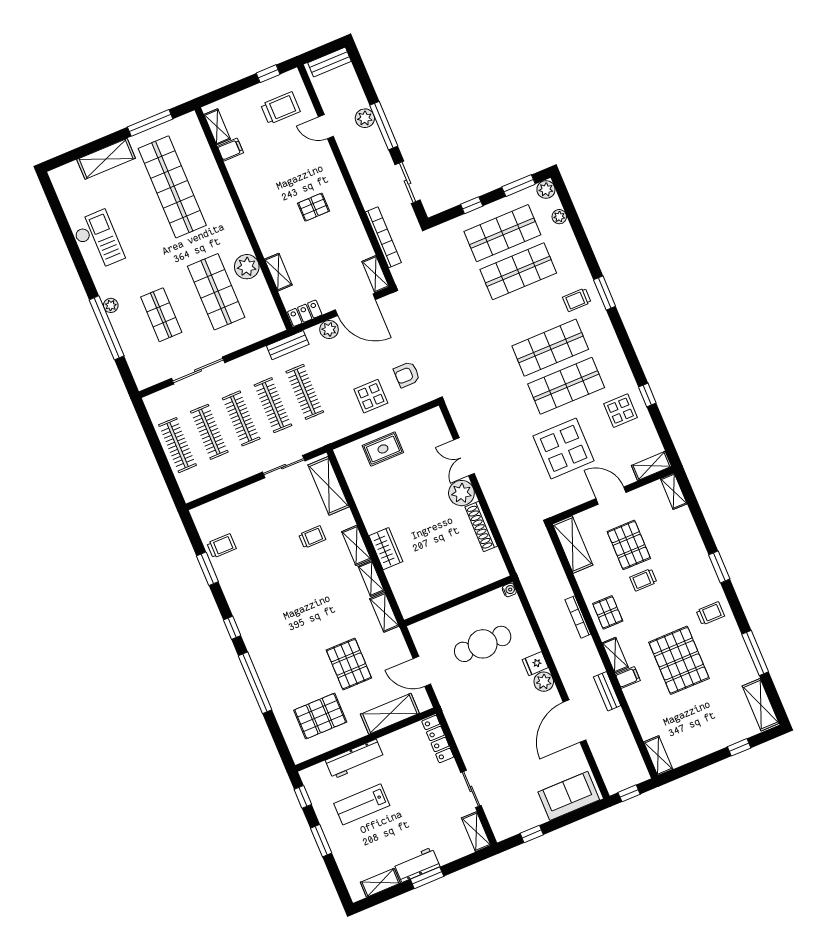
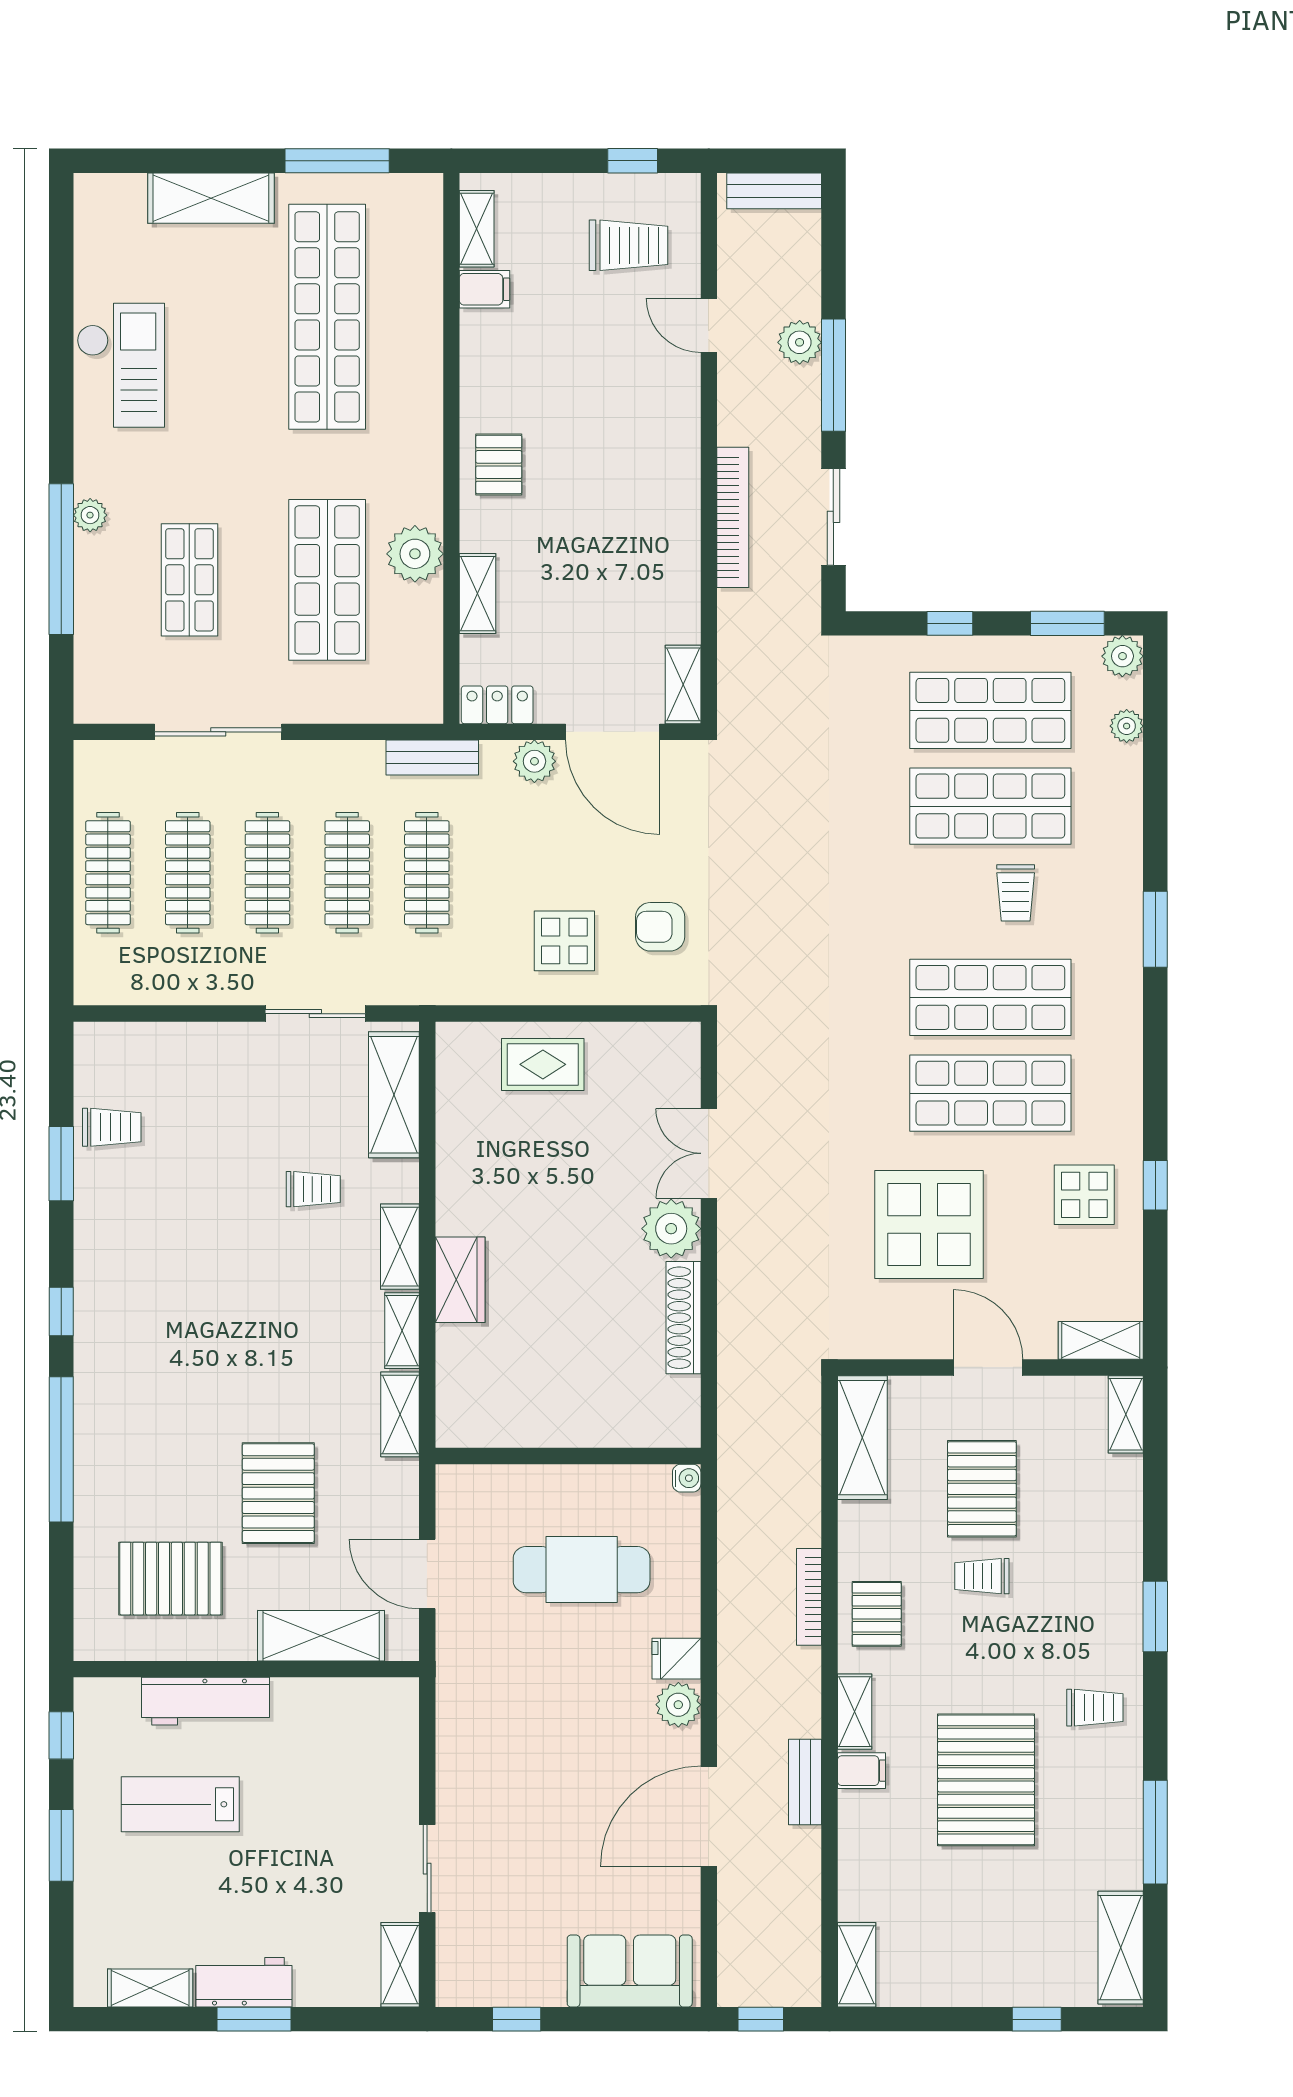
pallet: (314, 207) -> (499, 465), moved, turned 90
bookcase: (383, 237) -> (733, 517), moved
trolley: (577, 300) -> (1016, 893), moved, turned -90
locker: (438, 739) -> (401, 1732), removed

